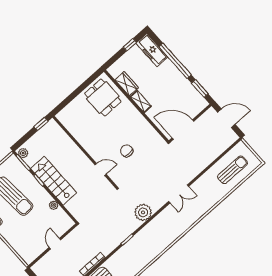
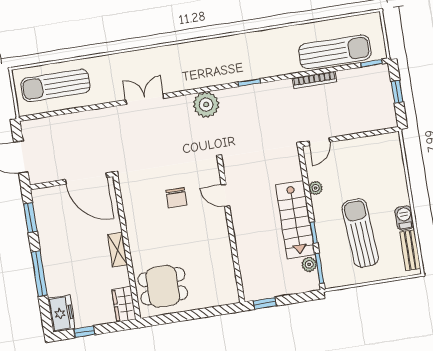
freezer: (152, 50) -> (61, 313), width x0.71
window: (175, 61) -> (39, 274), width x0.68
wardrobe: (127, 84) -> (124, 304), moved
dining table: (103, 97) -> (163, 286), turned 90
plant: (23, 153) -> (309, 264), moved
sun lounger: (233, 170) -> (55, 85), width x1.36, depth x1.34
door: (55, 244) -> (319, 142), moved

